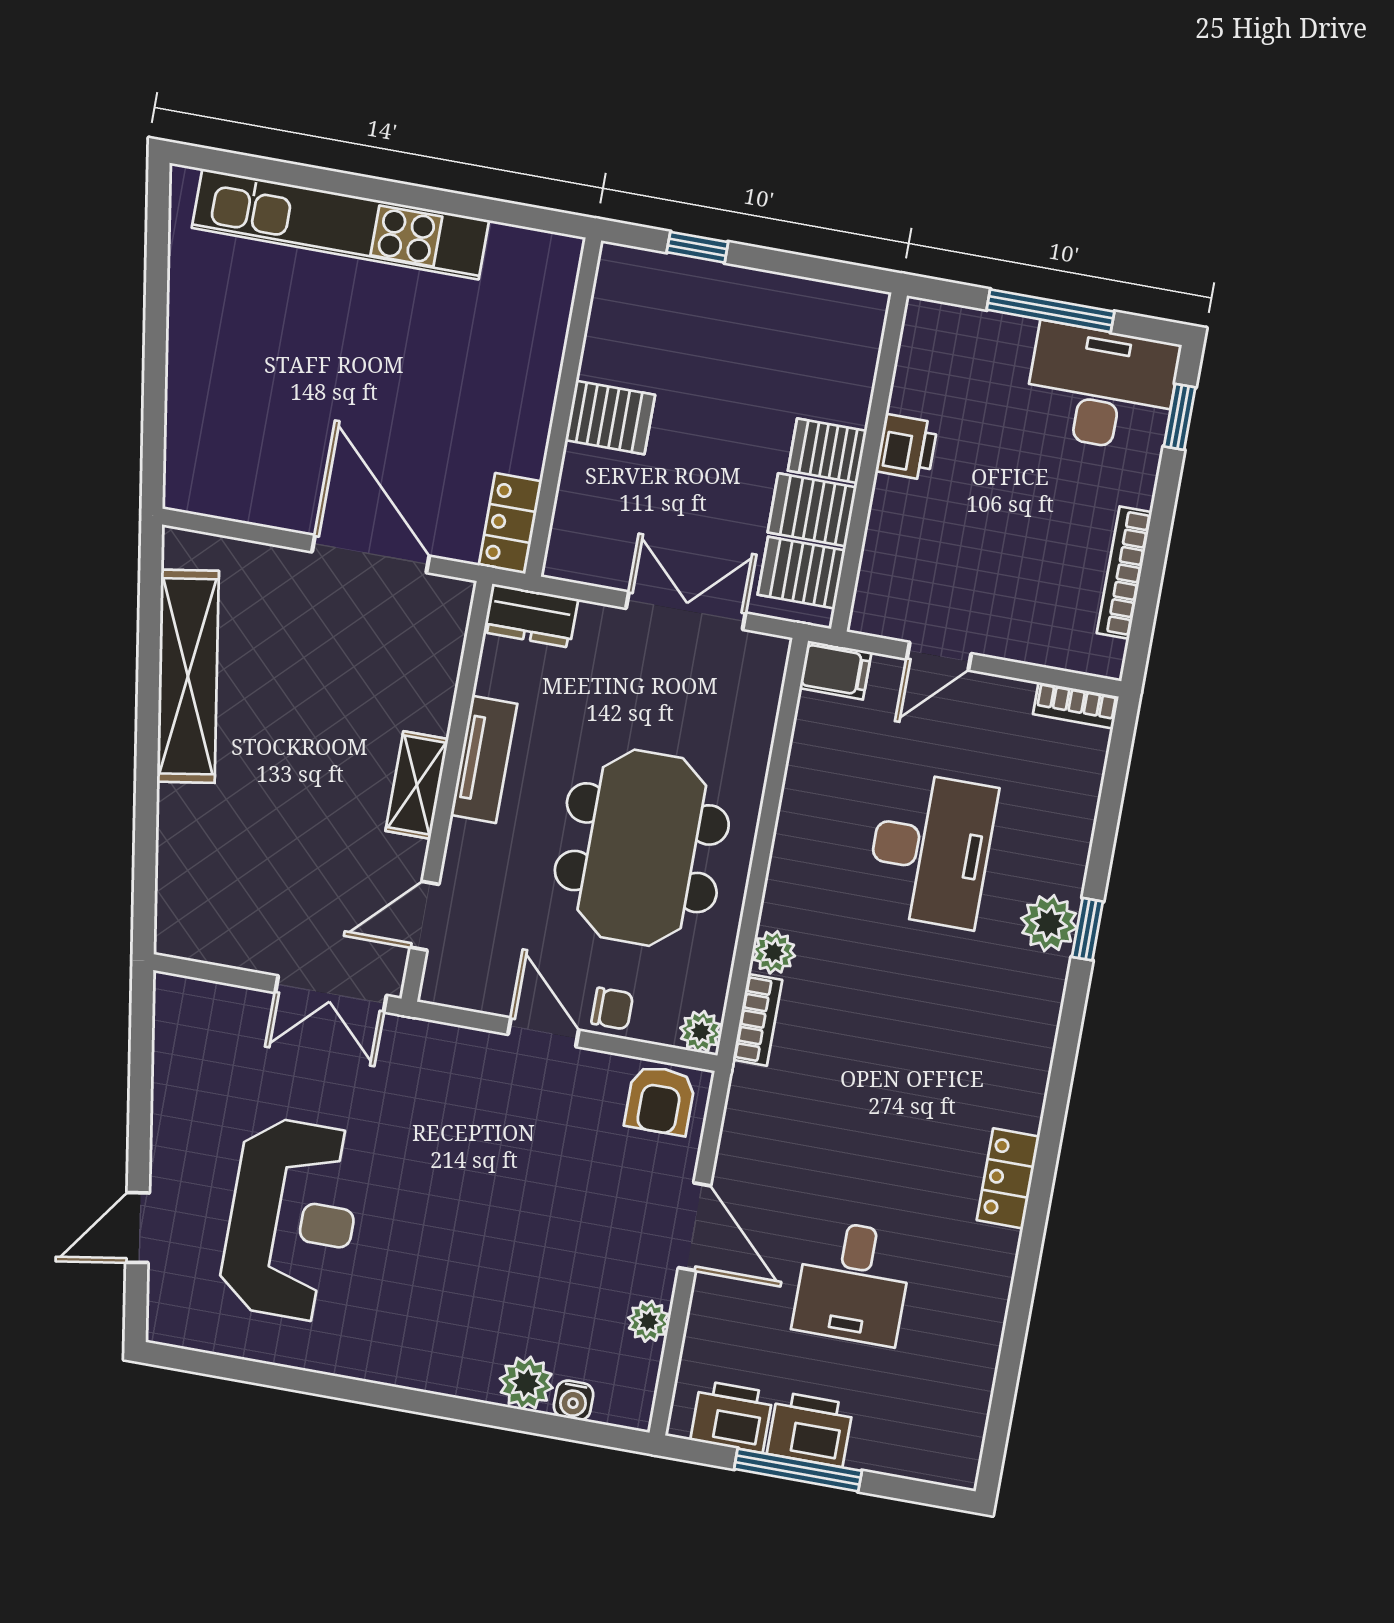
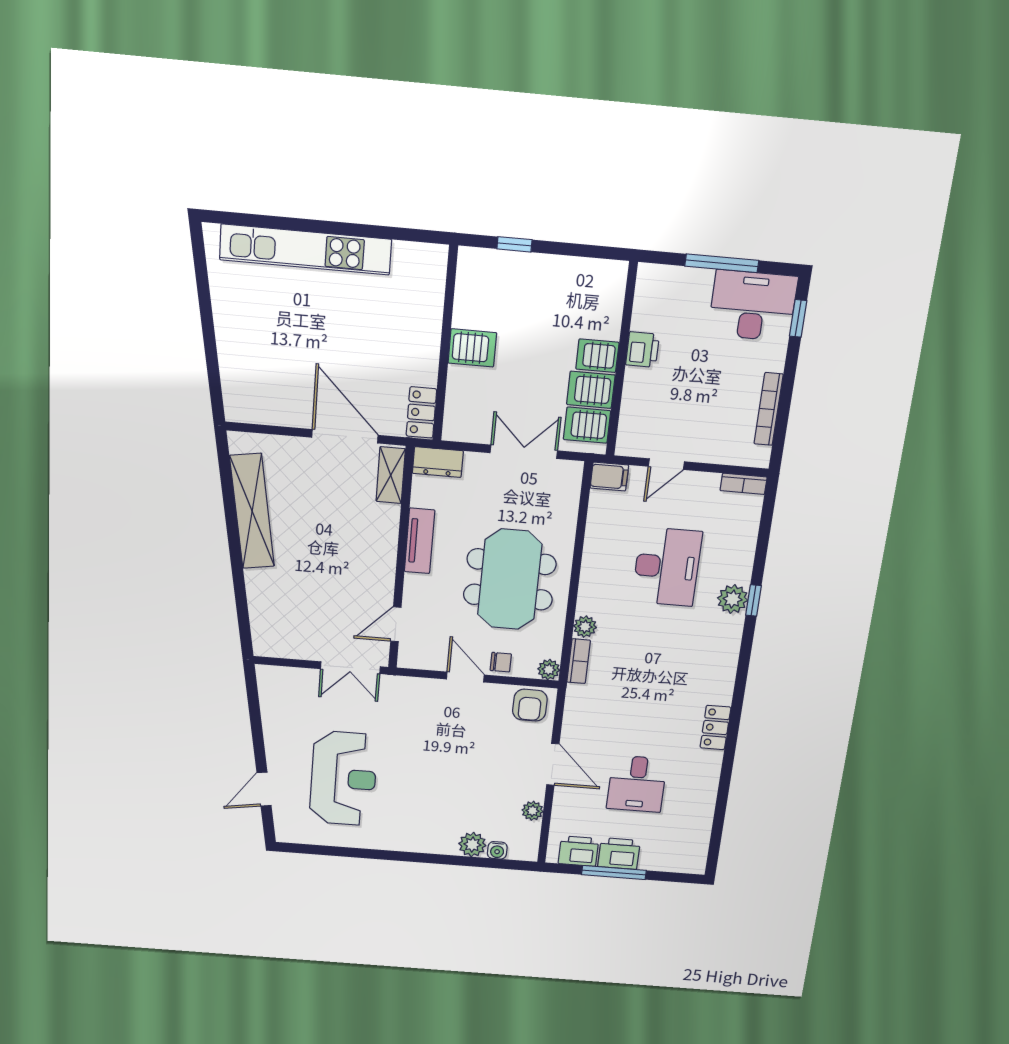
shelving: (417, 785) -> (391, 475), moved

